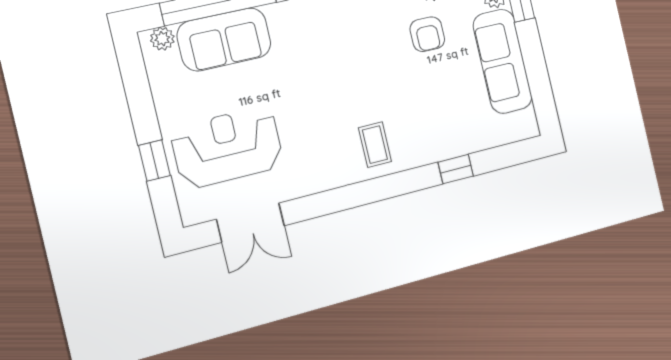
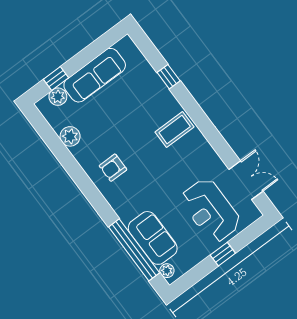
armchair: (427, 34) -> (113, 168), moved, turned 180
coffee table: (375, 145) -> (175, 129), width x1.36, depth x1.30
window: (154, 161) -> (223, 254), moved

